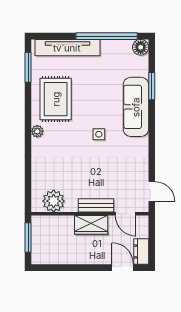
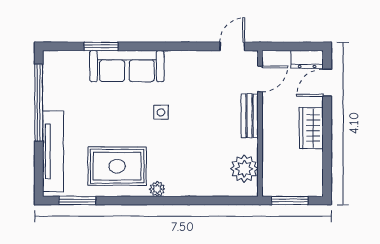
floor lamp: (141, 47) -> (53, 60), removed
wardrobe: (91, 225) -> (311, 128), moved, turned 180

